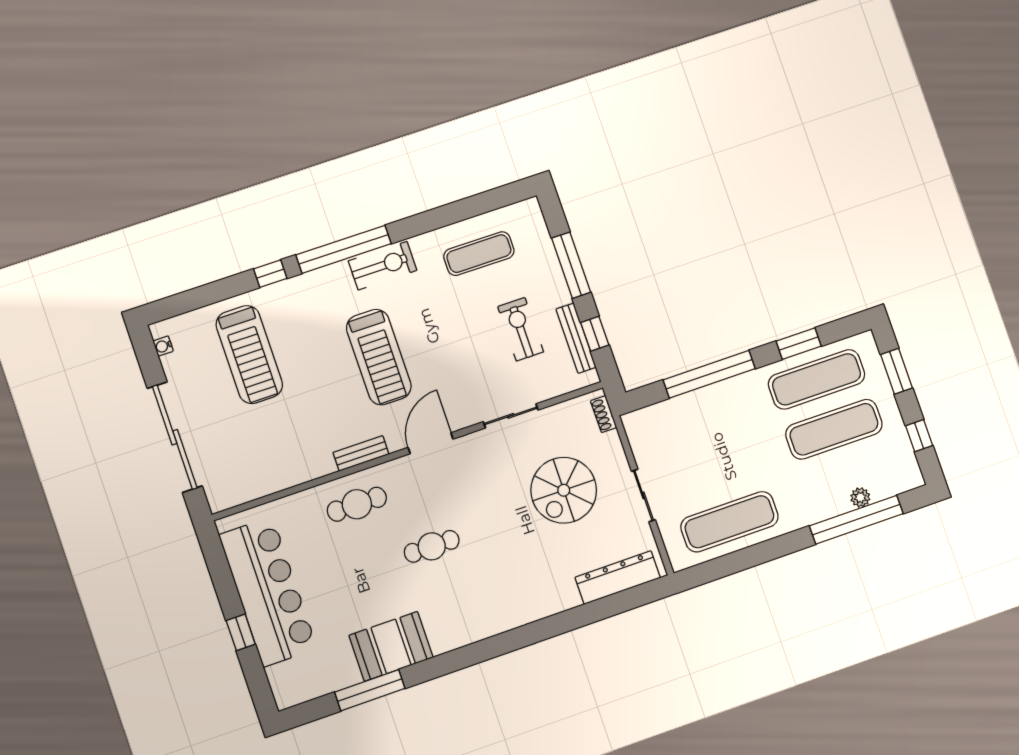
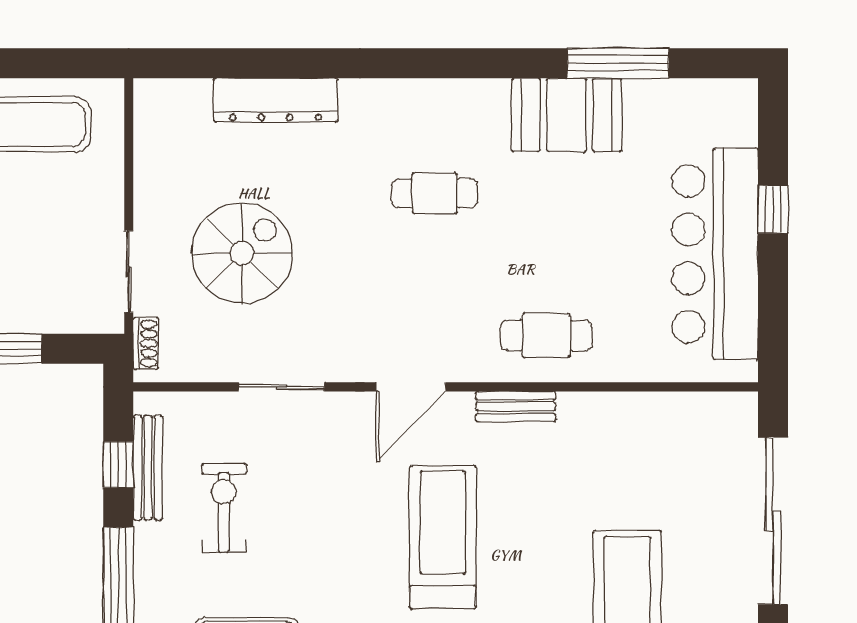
exercise bike: (521, 329) -> (224, 508), turned 180
sliding door: (643, 495) -> (129, 272), moved
cafe table: (432, 546) -> (435, 193), moved
dresser: (618, 578) -> (276, 100), moved

